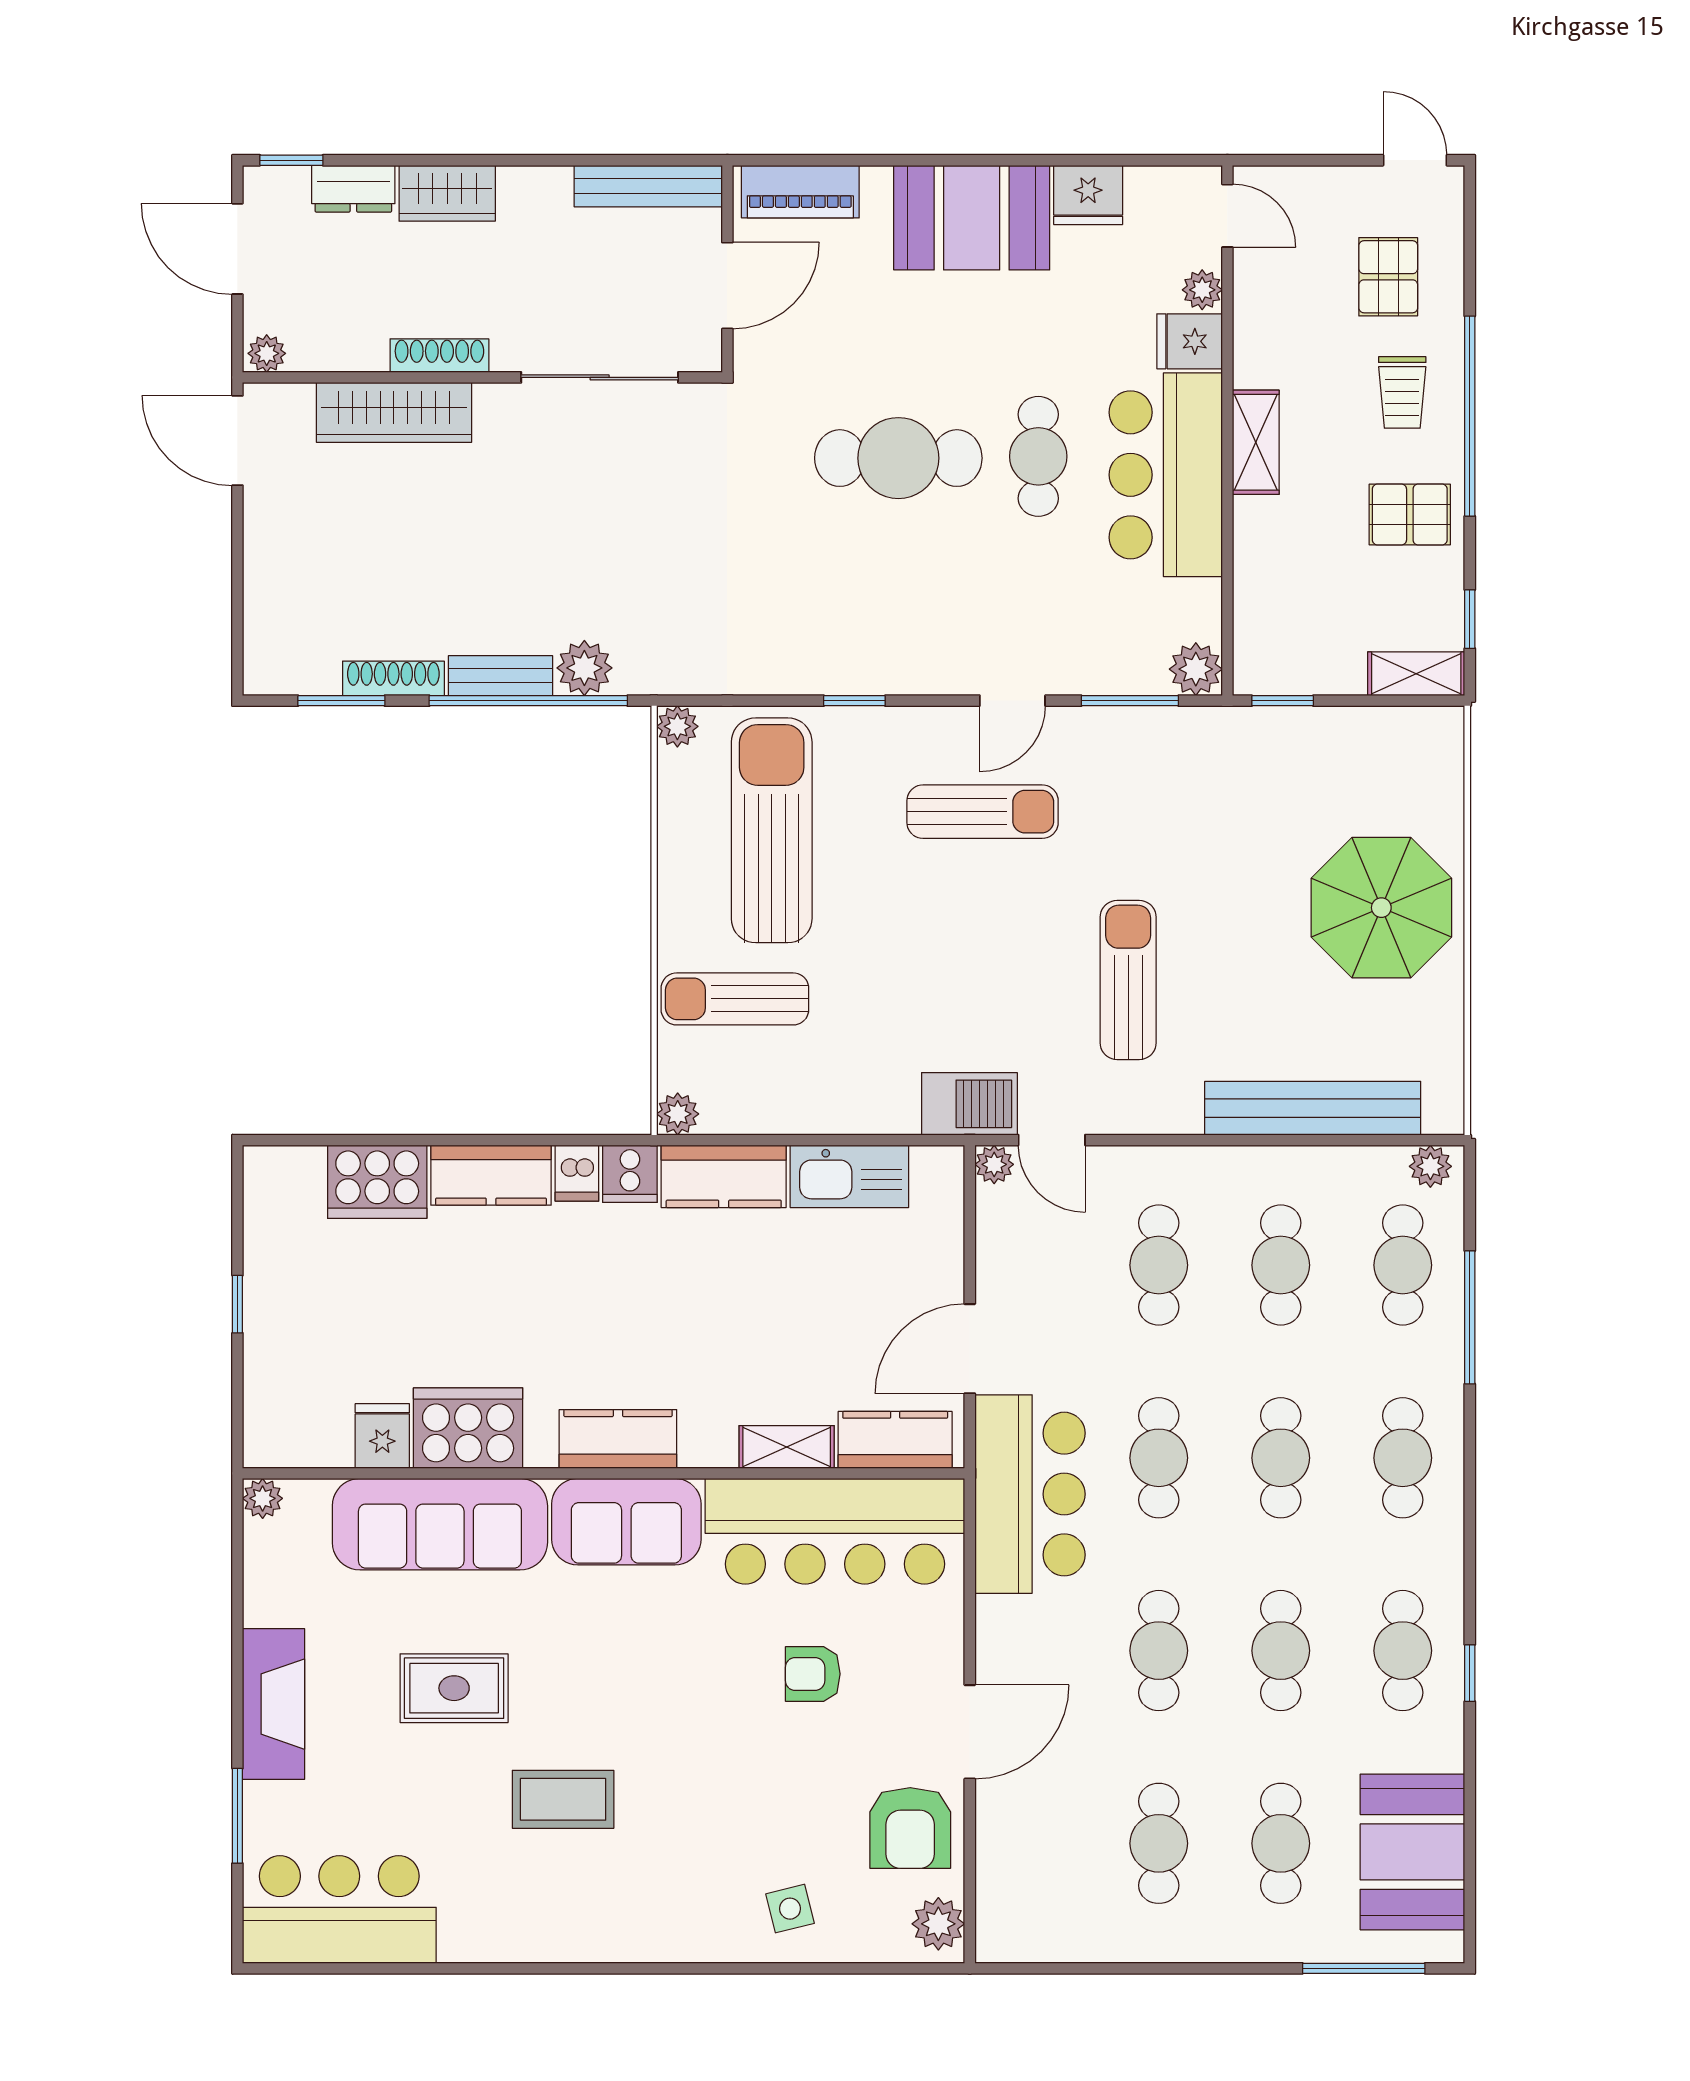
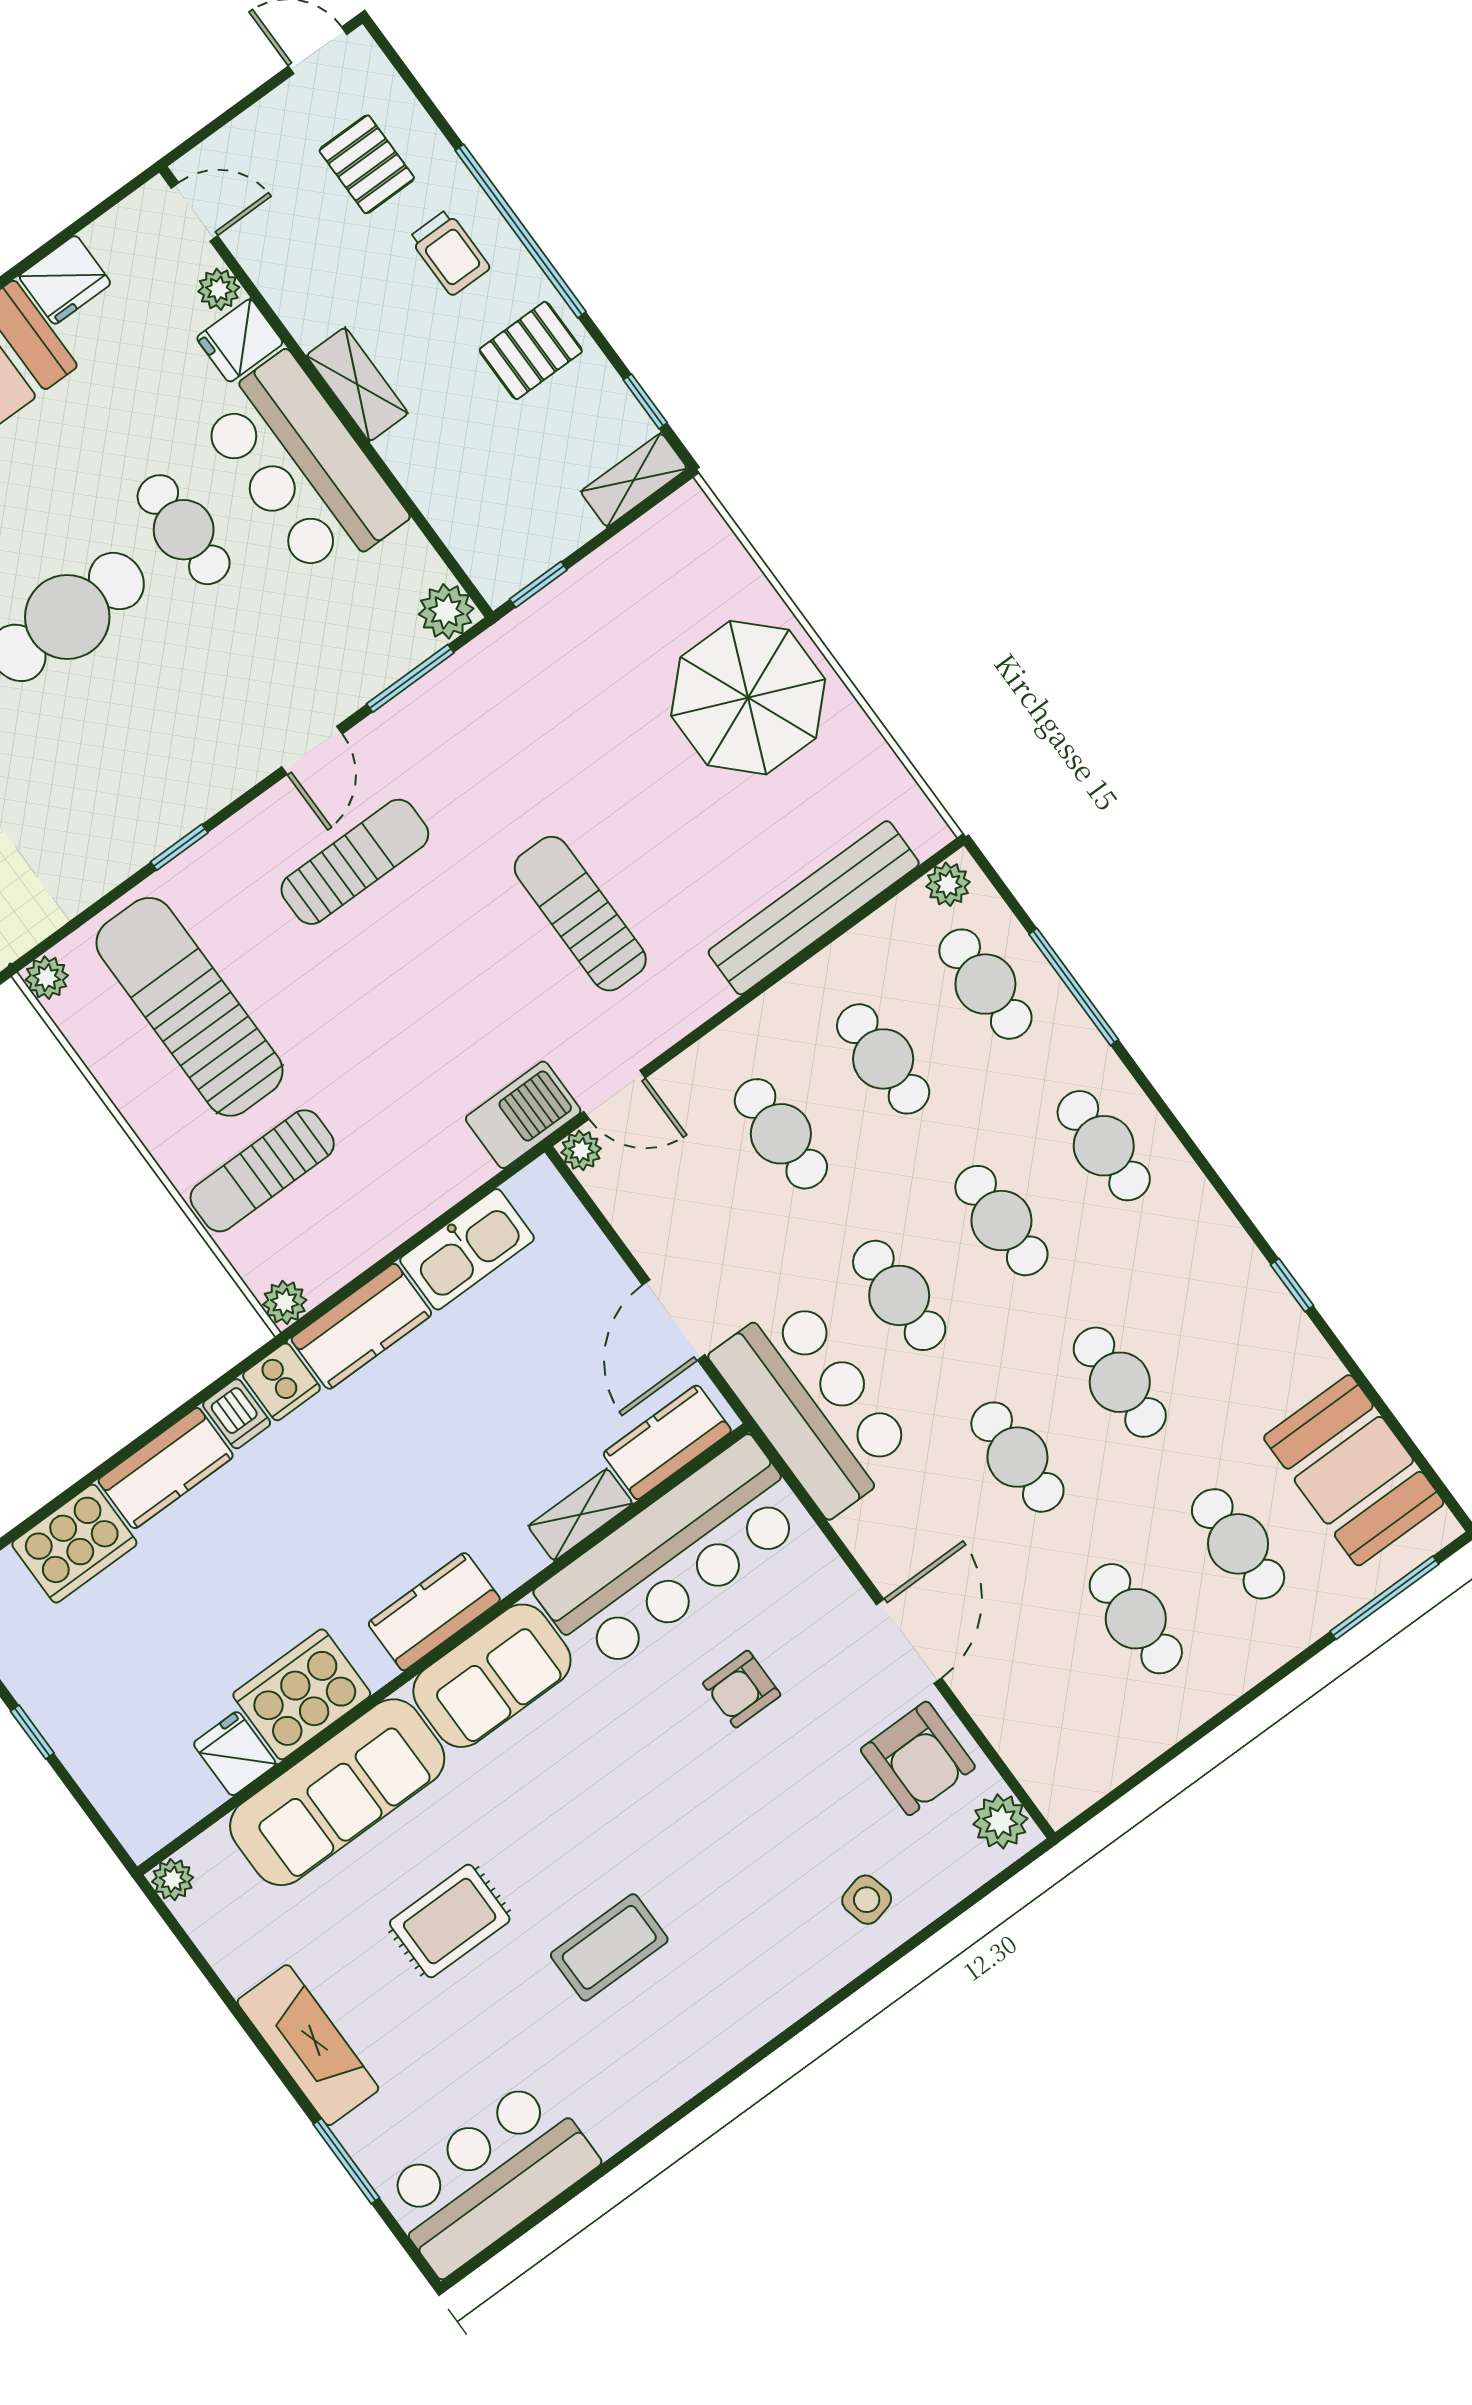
cafe table: (1403, 1651) -> (1222, 1307), removed

